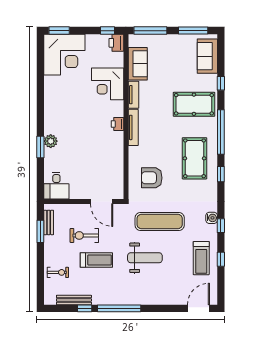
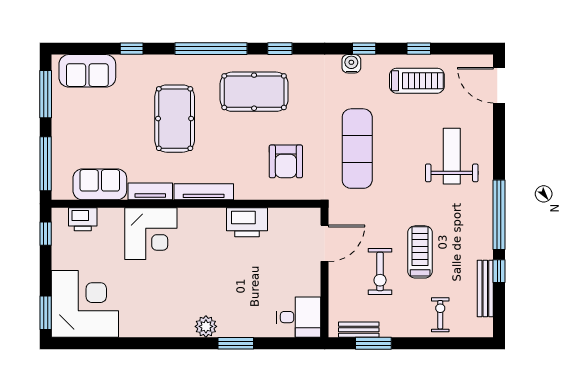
printer: (116, 43) -> (83, 219), moved
corner desk: (108, 84) -> (151, 234), moved
pool table: (194, 104) -> (175, 119), moved
printer: (117, 124) -> (247, 222), moved, width x1.87, depth x1.48
plant: (51, 141) -> (206, 326), moved
weight bench: (145, 258) -> (452, 156), moved

